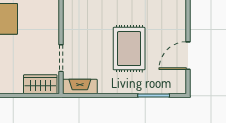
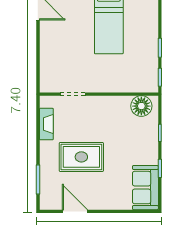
wardrobe: (40, 84) -> (48, 75), removed
fireplace: (80, 87) -> (46, 124), moved

